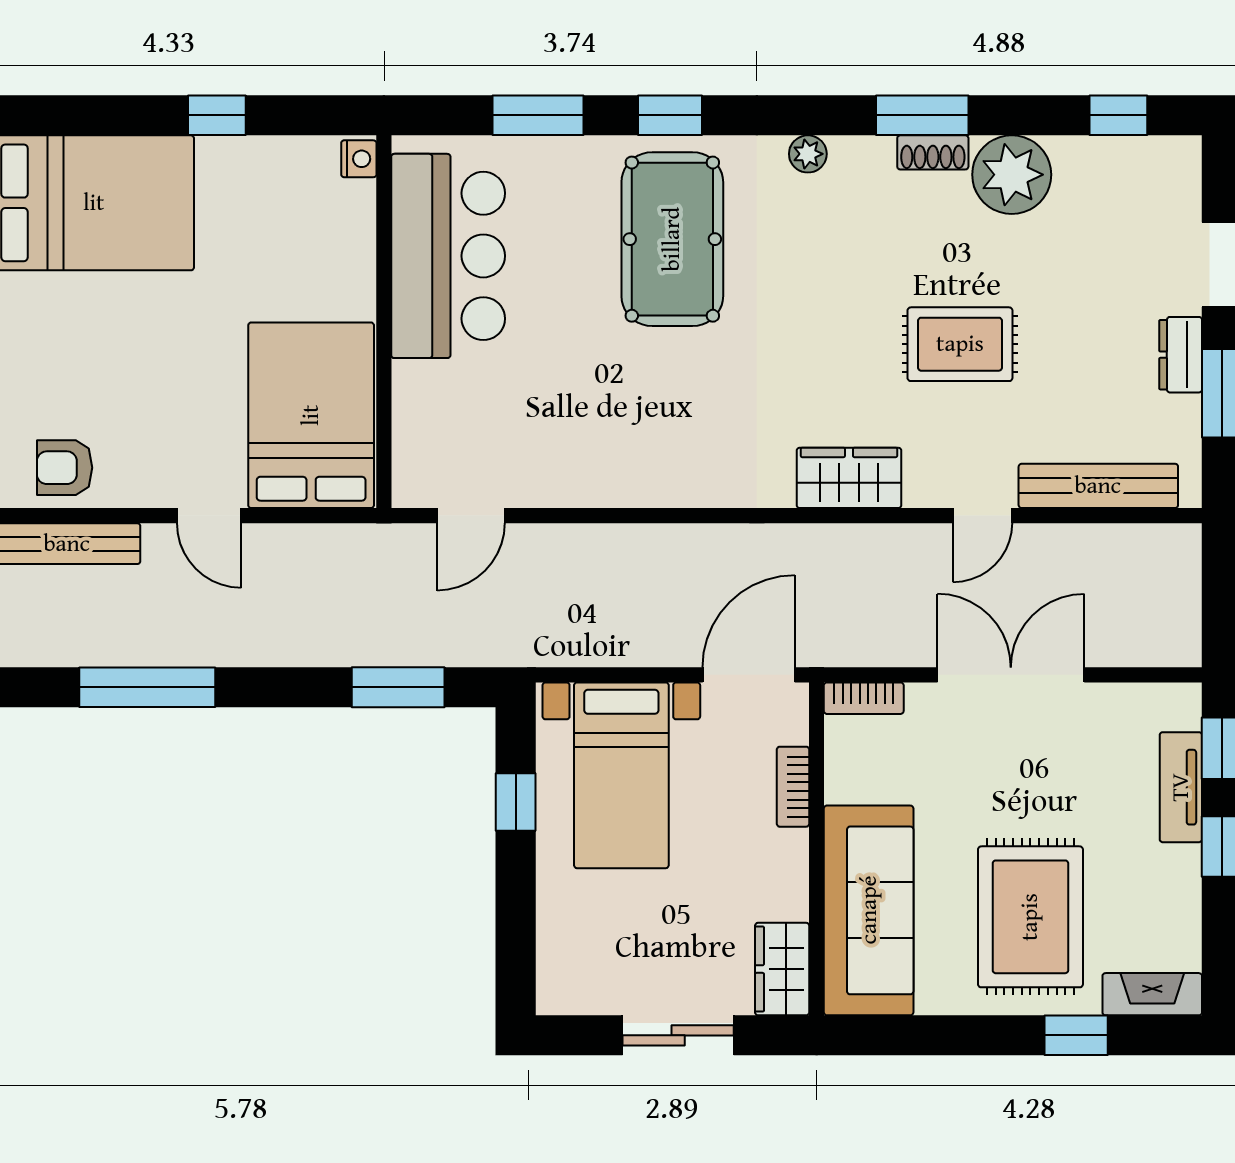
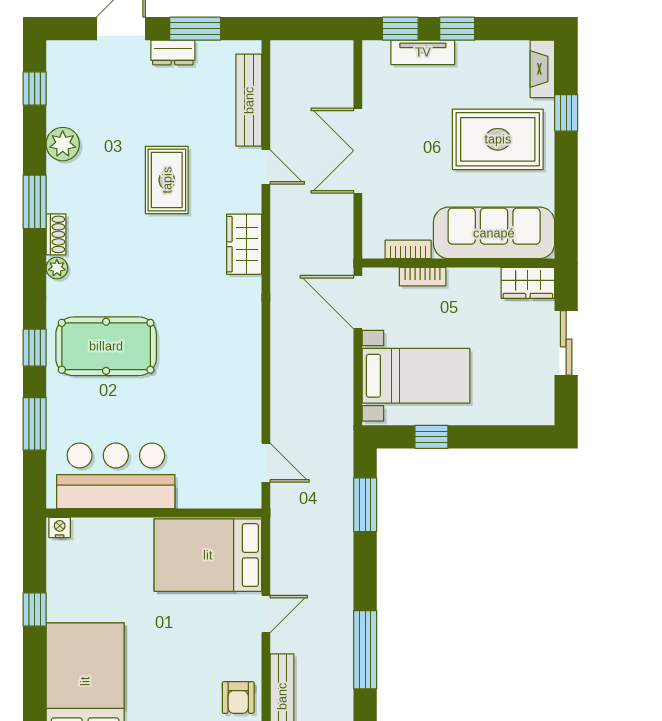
shoe rack: (933, 152) -> (56, 234), moved
plant: (1012, 175) -> (63, 144), width x0.73, depth x0.73
bookcase: (864, 698) -> (408, 249), moved, turned -90

